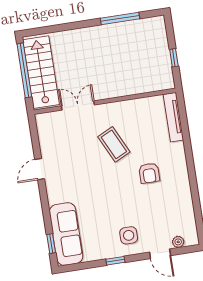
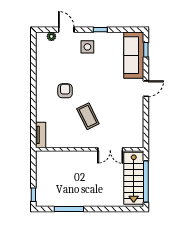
window: (174, 58) -> (33, 195), moved
tv unit: (173, 117) -> (41, 135), width x0.71
door: (40, 169) -> (146, 89), moved

